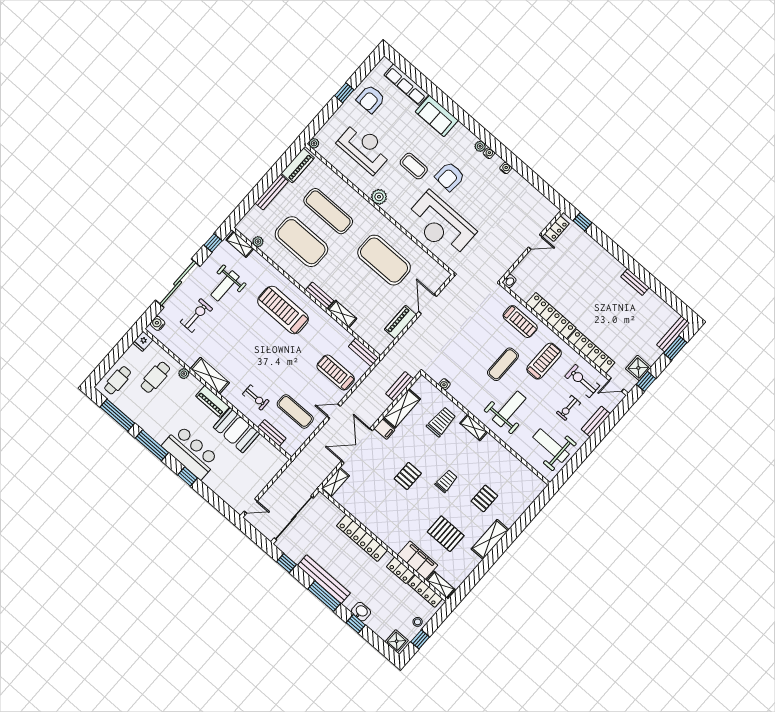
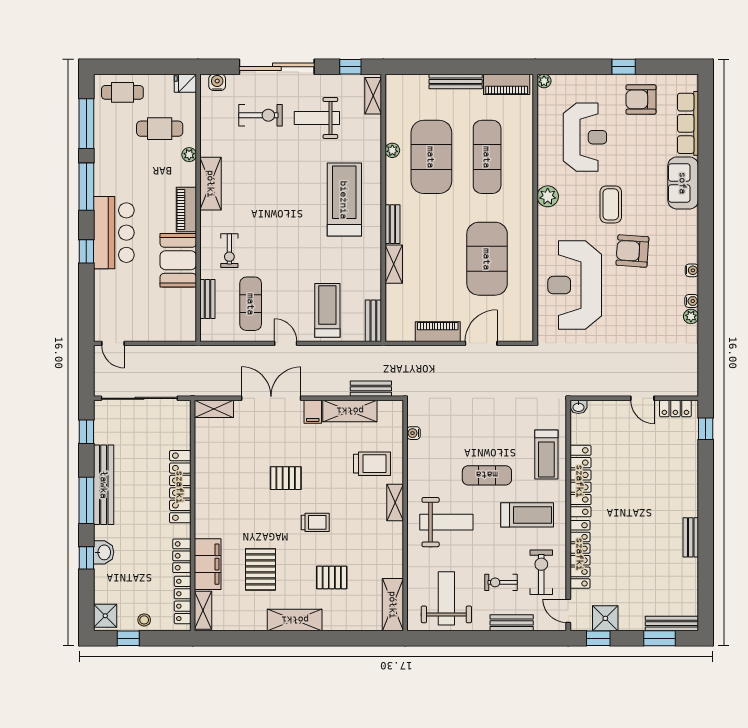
plant: (480, 146) -> (691, 316), moved
plant: (258, 242) -> (392, 150), moved
shelving: (529, 478) -> (393, 605), added

